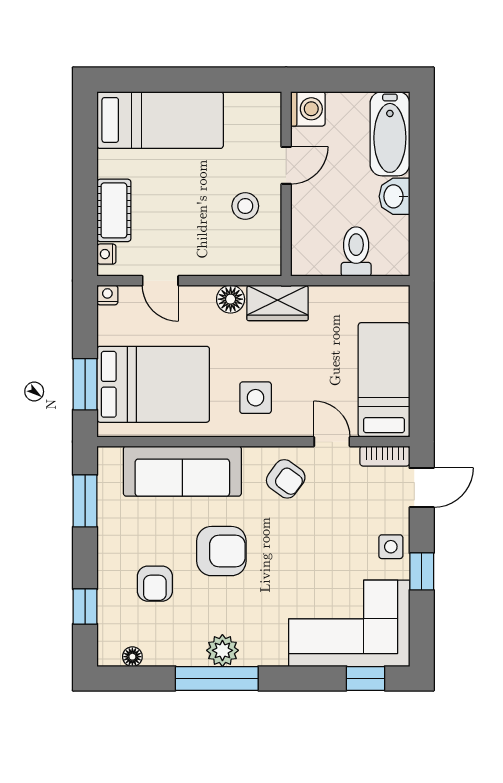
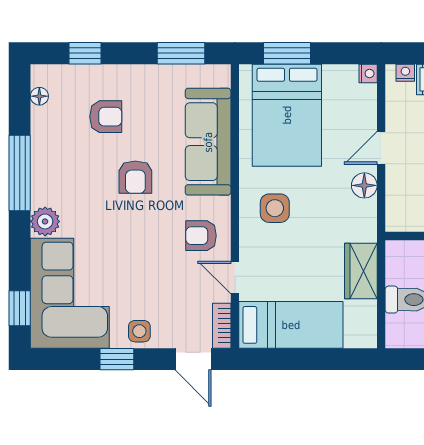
door: (160, 281) -> (381, 148), moved
wardrobe: (278, 303) -> (361, 271), moved
door: (332, 442) -> (235, 278), swing flipped
armchair: (286, 479) -> (201, 236), turned 54
armchair: (221, 551) -> (135, 177), width x0.72, depth x0.72
armchair: (155, 584) -> (106, 117), turned 180
plant: (222, 650) -> (45, 221), moved

